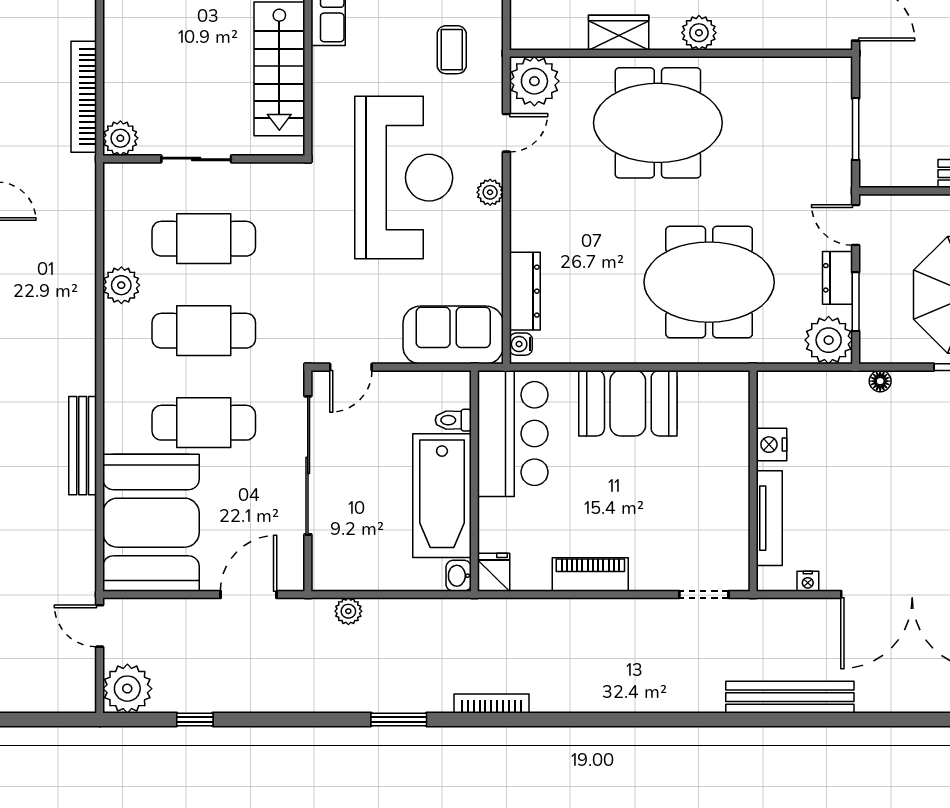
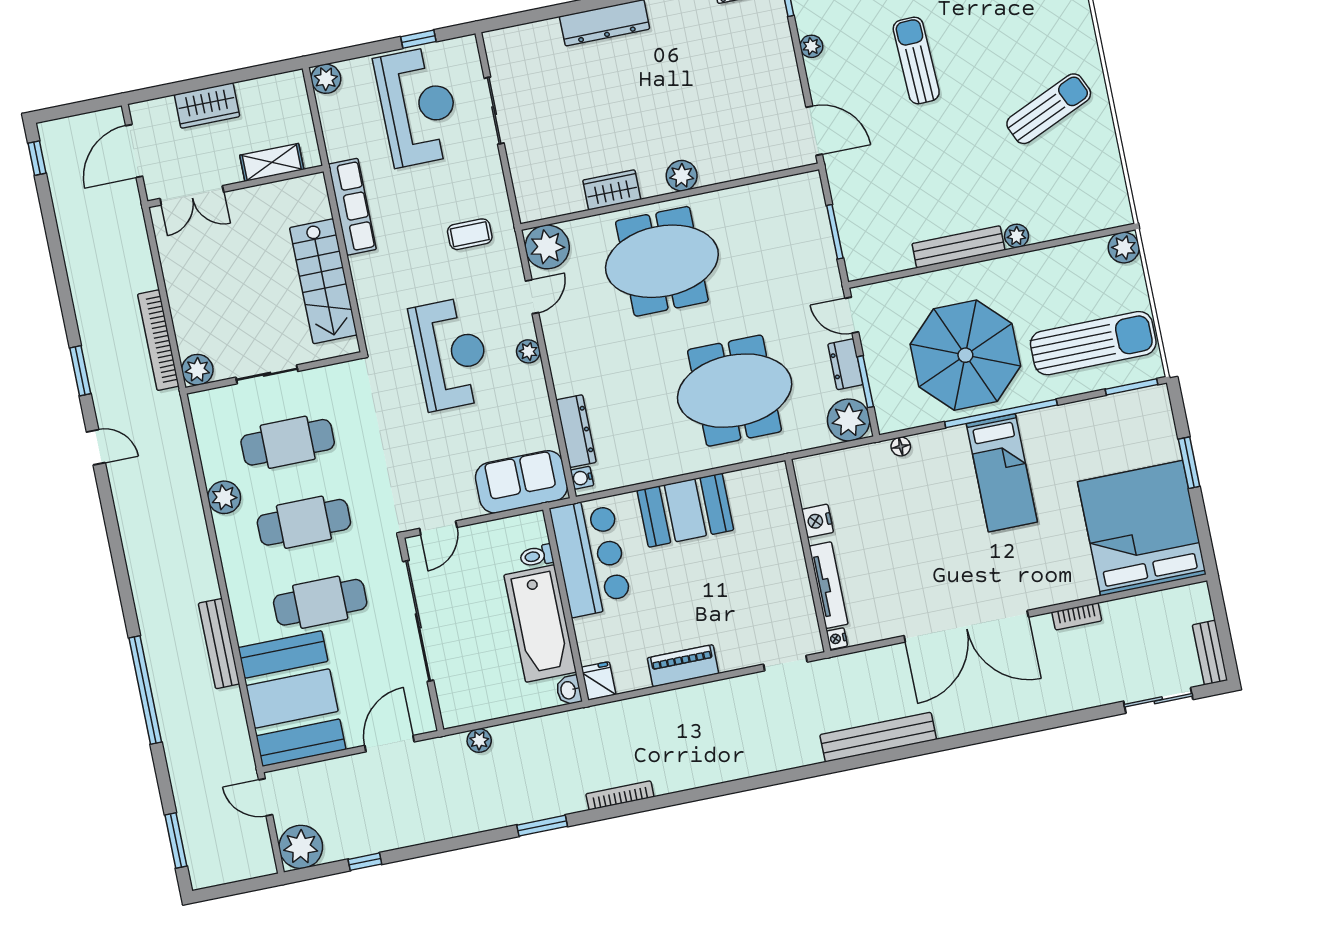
coffee table: (452, 50) -> (470, 234), turned 90
reception desk: (404, 178) -> (451, 354), width x0.74, depth x0.77
nightstand: (808, 581) -> (837, 639), moved, turned 90

